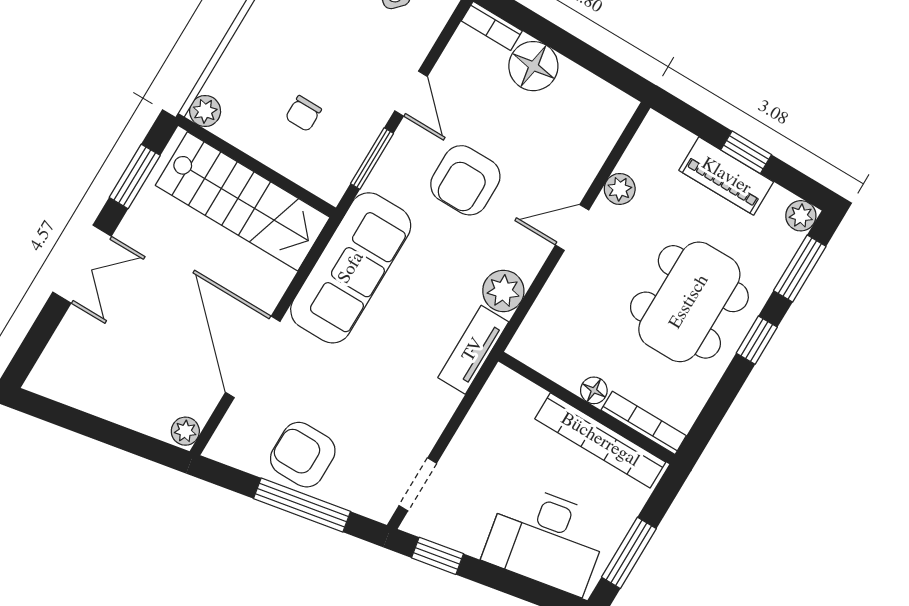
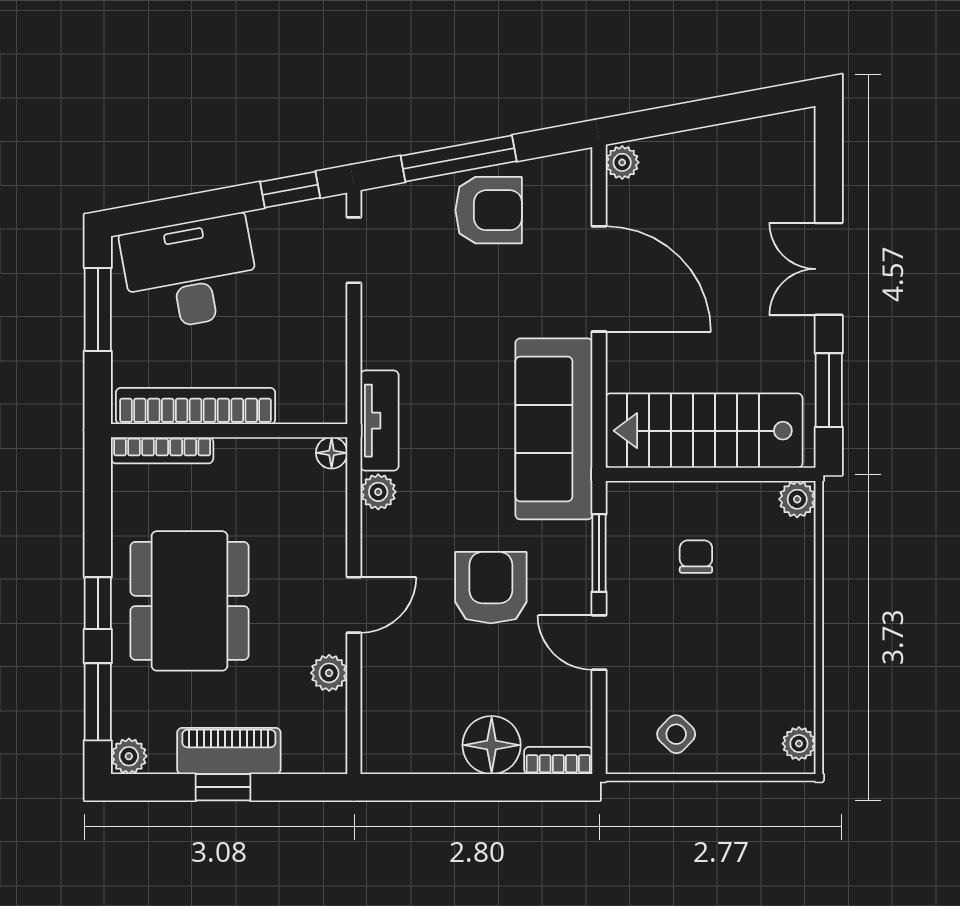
plant: (503, 291) -> (378, 492), width x0.73, depth x0.73
floor lamp: (594, 390) -> (332, 453), moved

